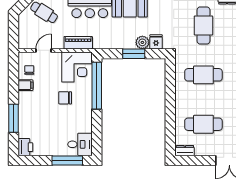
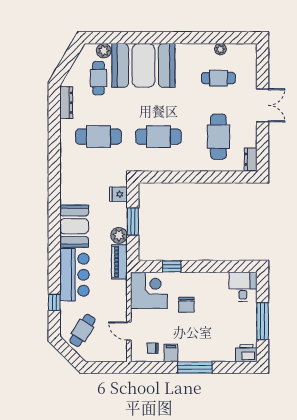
plant: (142, 42) -> (119, 235), moved
piano: (78, 43) -> (119, 262), moved
cafe table: (203, 75) -> (158, 137), turned 90
window: (97, 86) -> (172, 266), width x0.32
window: (14, 118) -> (195, 367), moved
window: (67, 161) -> (263, 321), moved

